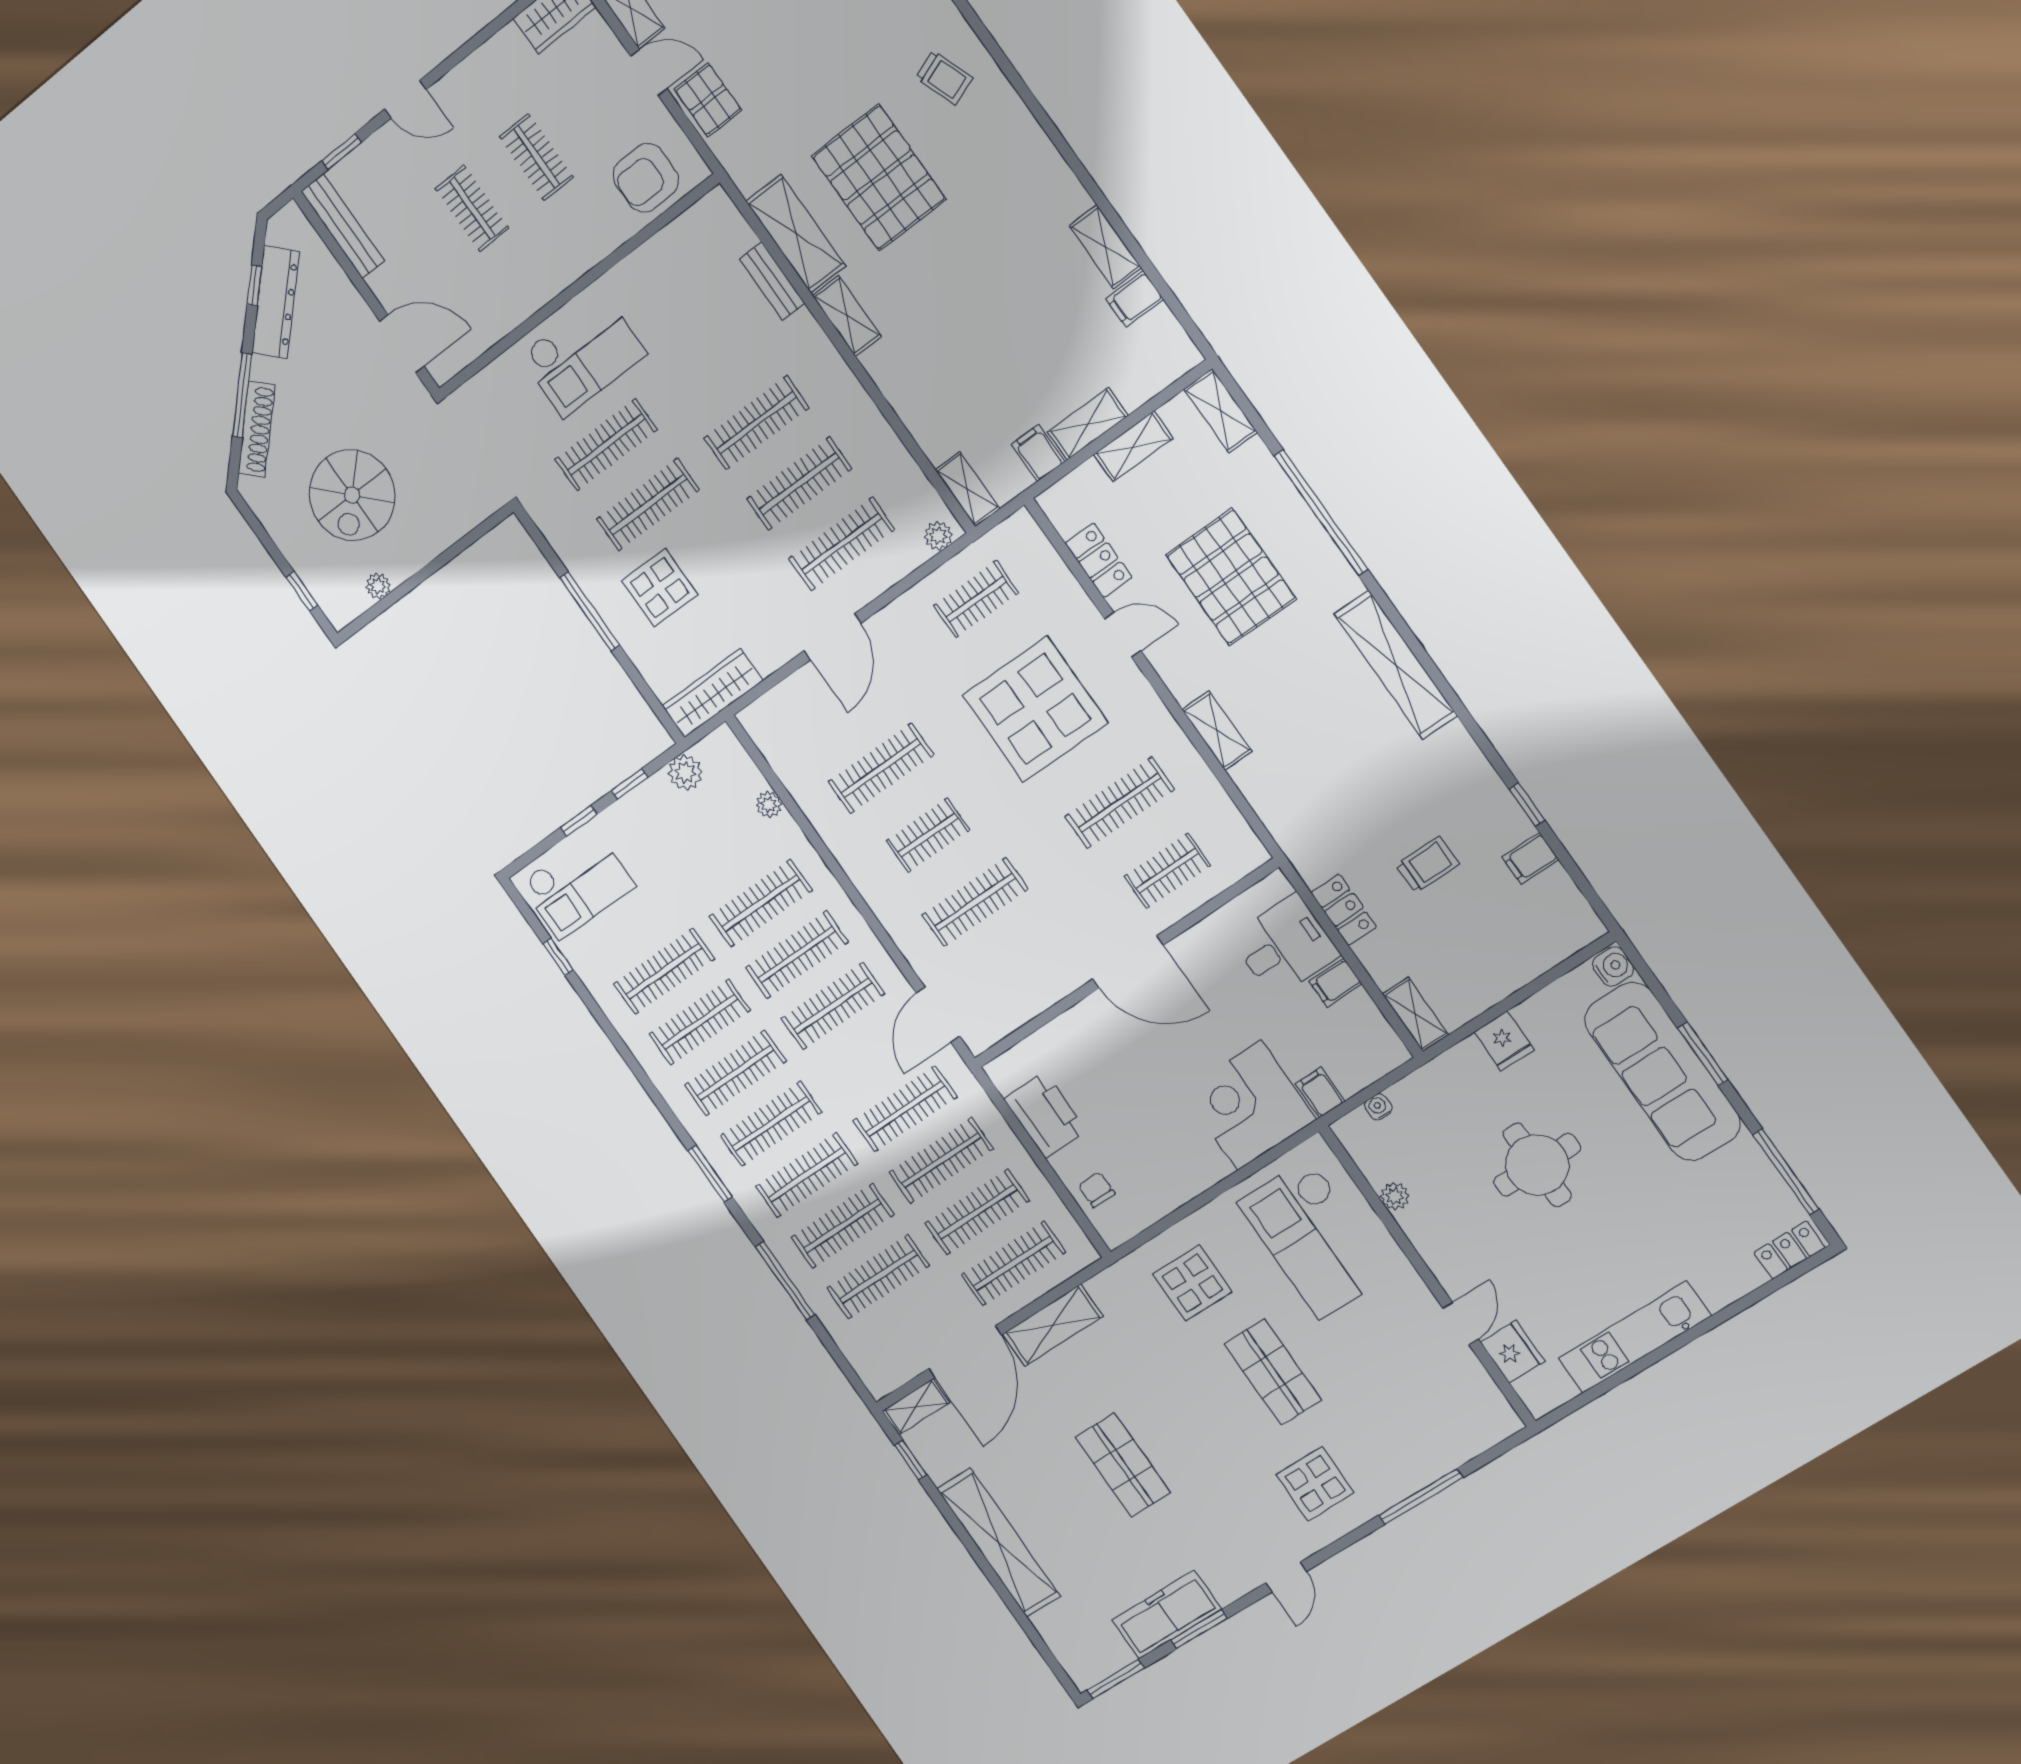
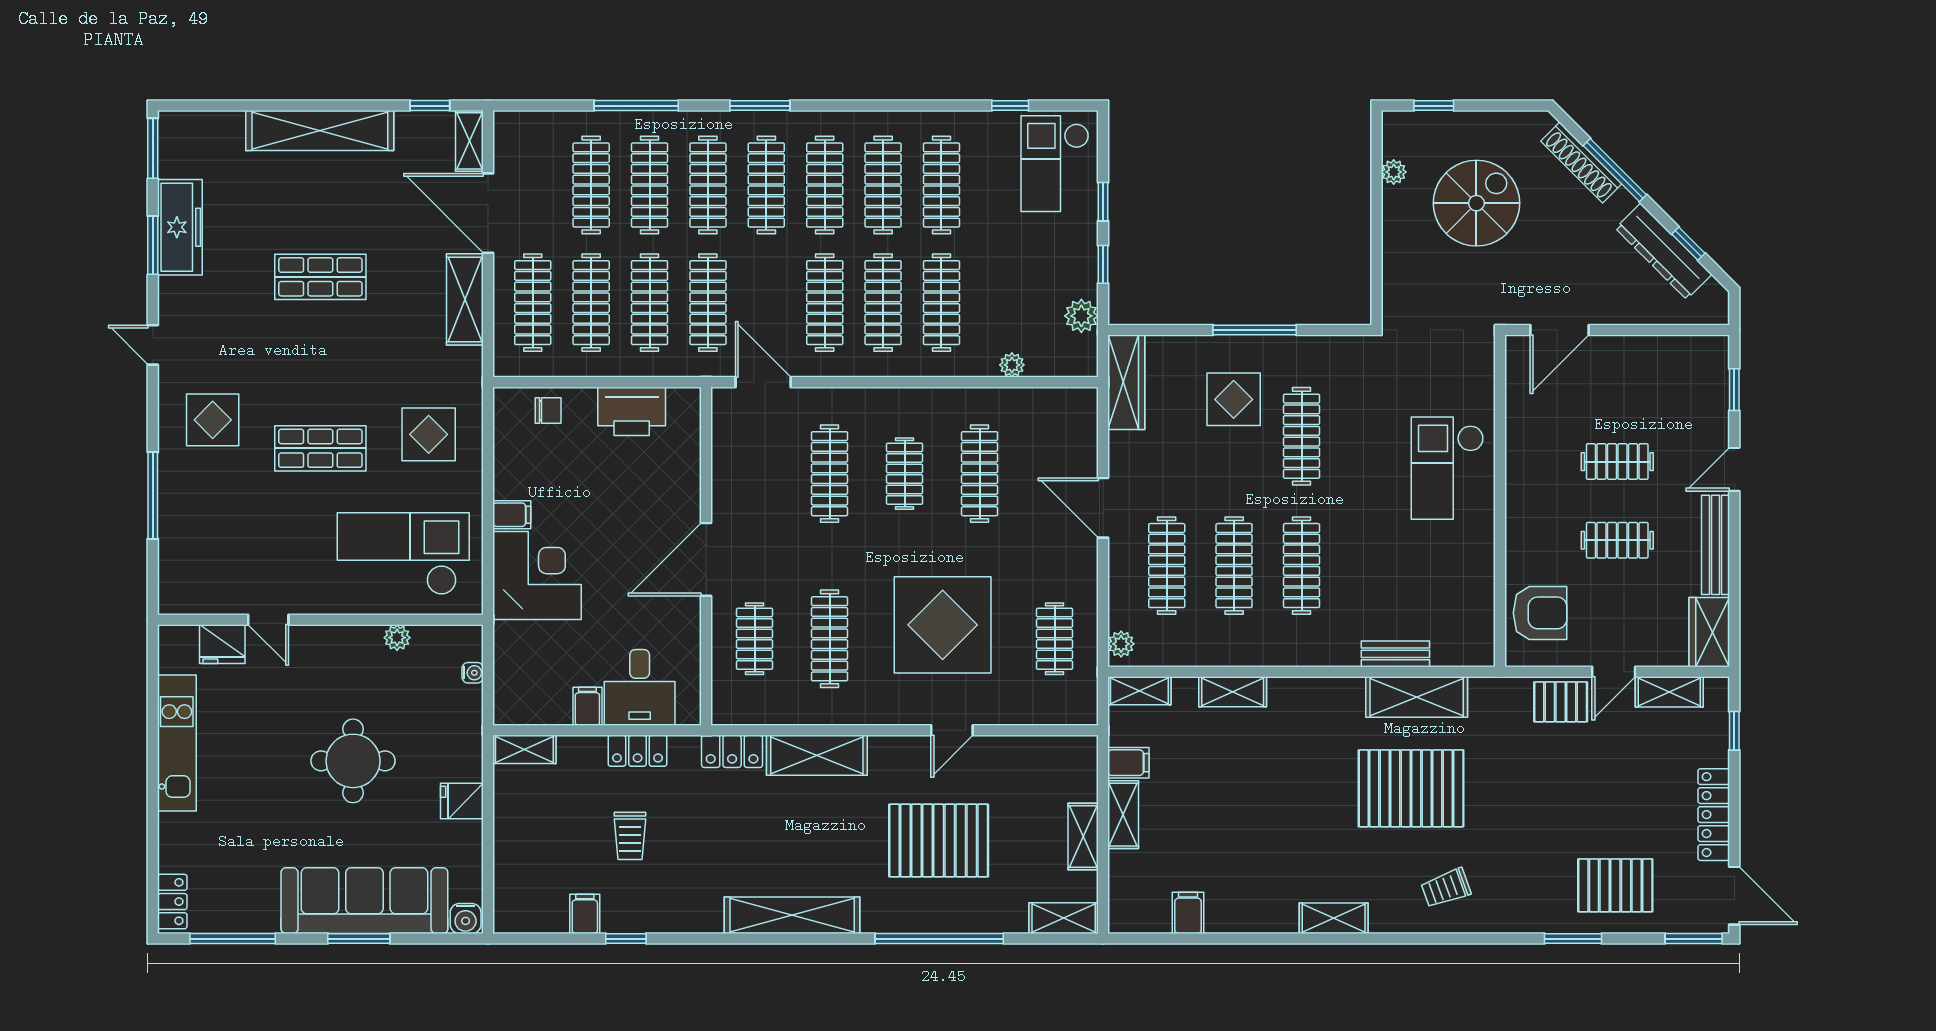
armchair: (646, 178) -> (1540, 613), turned 90
bench: (343, 226) -> (1716, 545), moved, turned 90
shelving: (1105, 247) -> (1334, 918), moved
shelving: (847, 316) -> (1233, 692), moved
clothes rail: (606, 445) -> (1369, 436), removed
spiral stairs: (352, 495) -> (1476, 203), turned 90
locker: (1098, 560) -> (732, 751), moved
shelving: (1217, 730) -> (817, 755), width x1.50, depth x1.33
filing cabinet: (1320, 1093) -> (512, 515), moved

